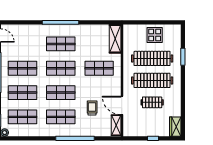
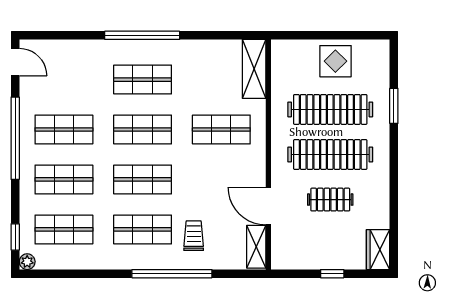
trolley: (92, 108) -> (194, 236), moved

